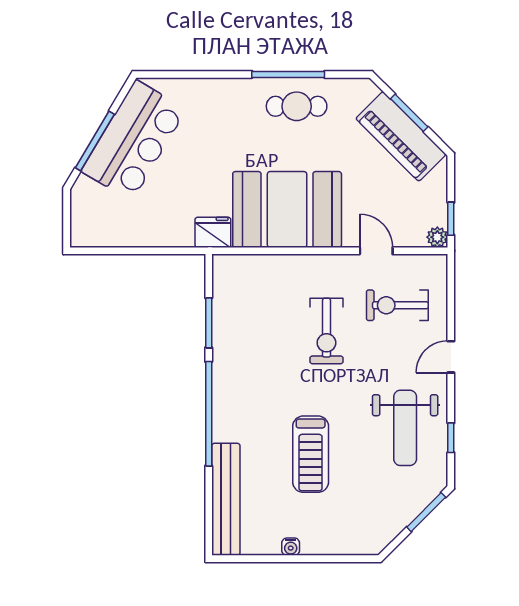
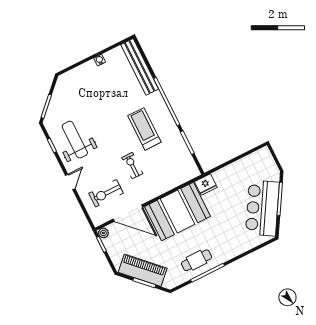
door: (376, 251) -> (128, 213), width x1.88
exercise bike: (397, 305) -> (106, 193), turned 180
exercise bike: (326, 331) -> (132, 166), width x0.73, depth x0.72
treadmill: (311, 454) -> (144, 129), moved

